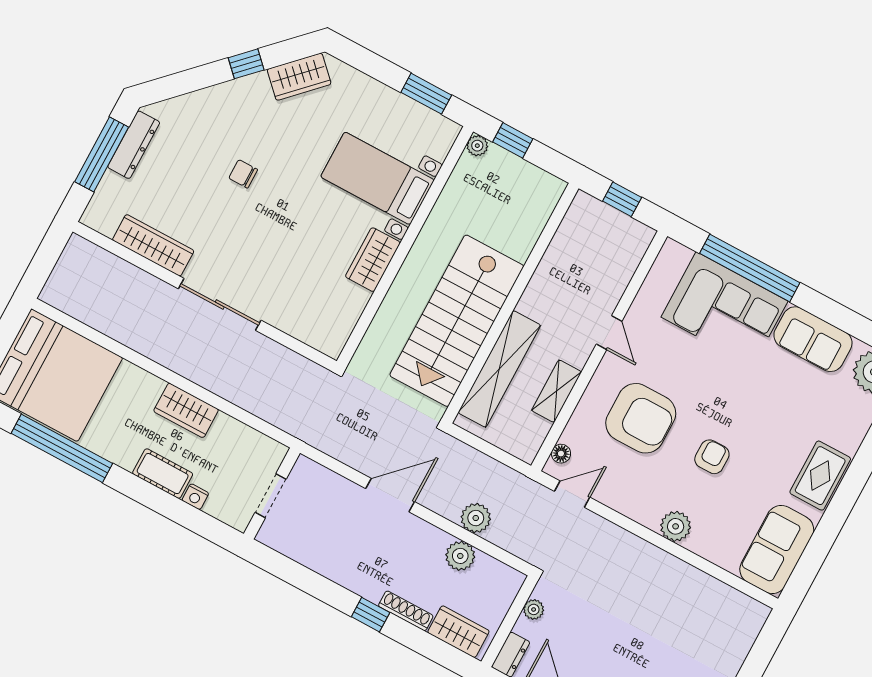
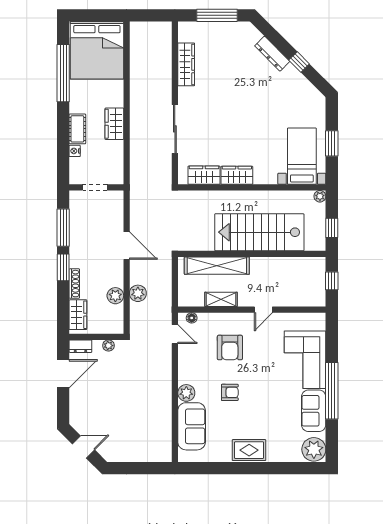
wardrobe: (299, 77) -> (204, 175), moved, turned 135
window: (426, 94) -> (332, 143), moved
window: (513, 140) -> (332, 228), moved
dresser: (134, 145) -> (272, 54), moved, turned 45
chair: (243, 174) -> (245, 89), removed
bed with nightstands: (377, 178) -> (302, 156), moved
window: (750, 268) -> (332, 391), moved
sliding door: (220, 304) -> (175, 129), moved
stairs: (457, 321) -> (259, 232), moved
armchair: (641, 418) -> (230, 348), width x0.73, depth x0.73
sofa: (777, 550) -> (192, 426), moved, turned 90
window: (307, 581) -> (63, 228), added
window: (371, 615) -> (63, 267), width x1.50

